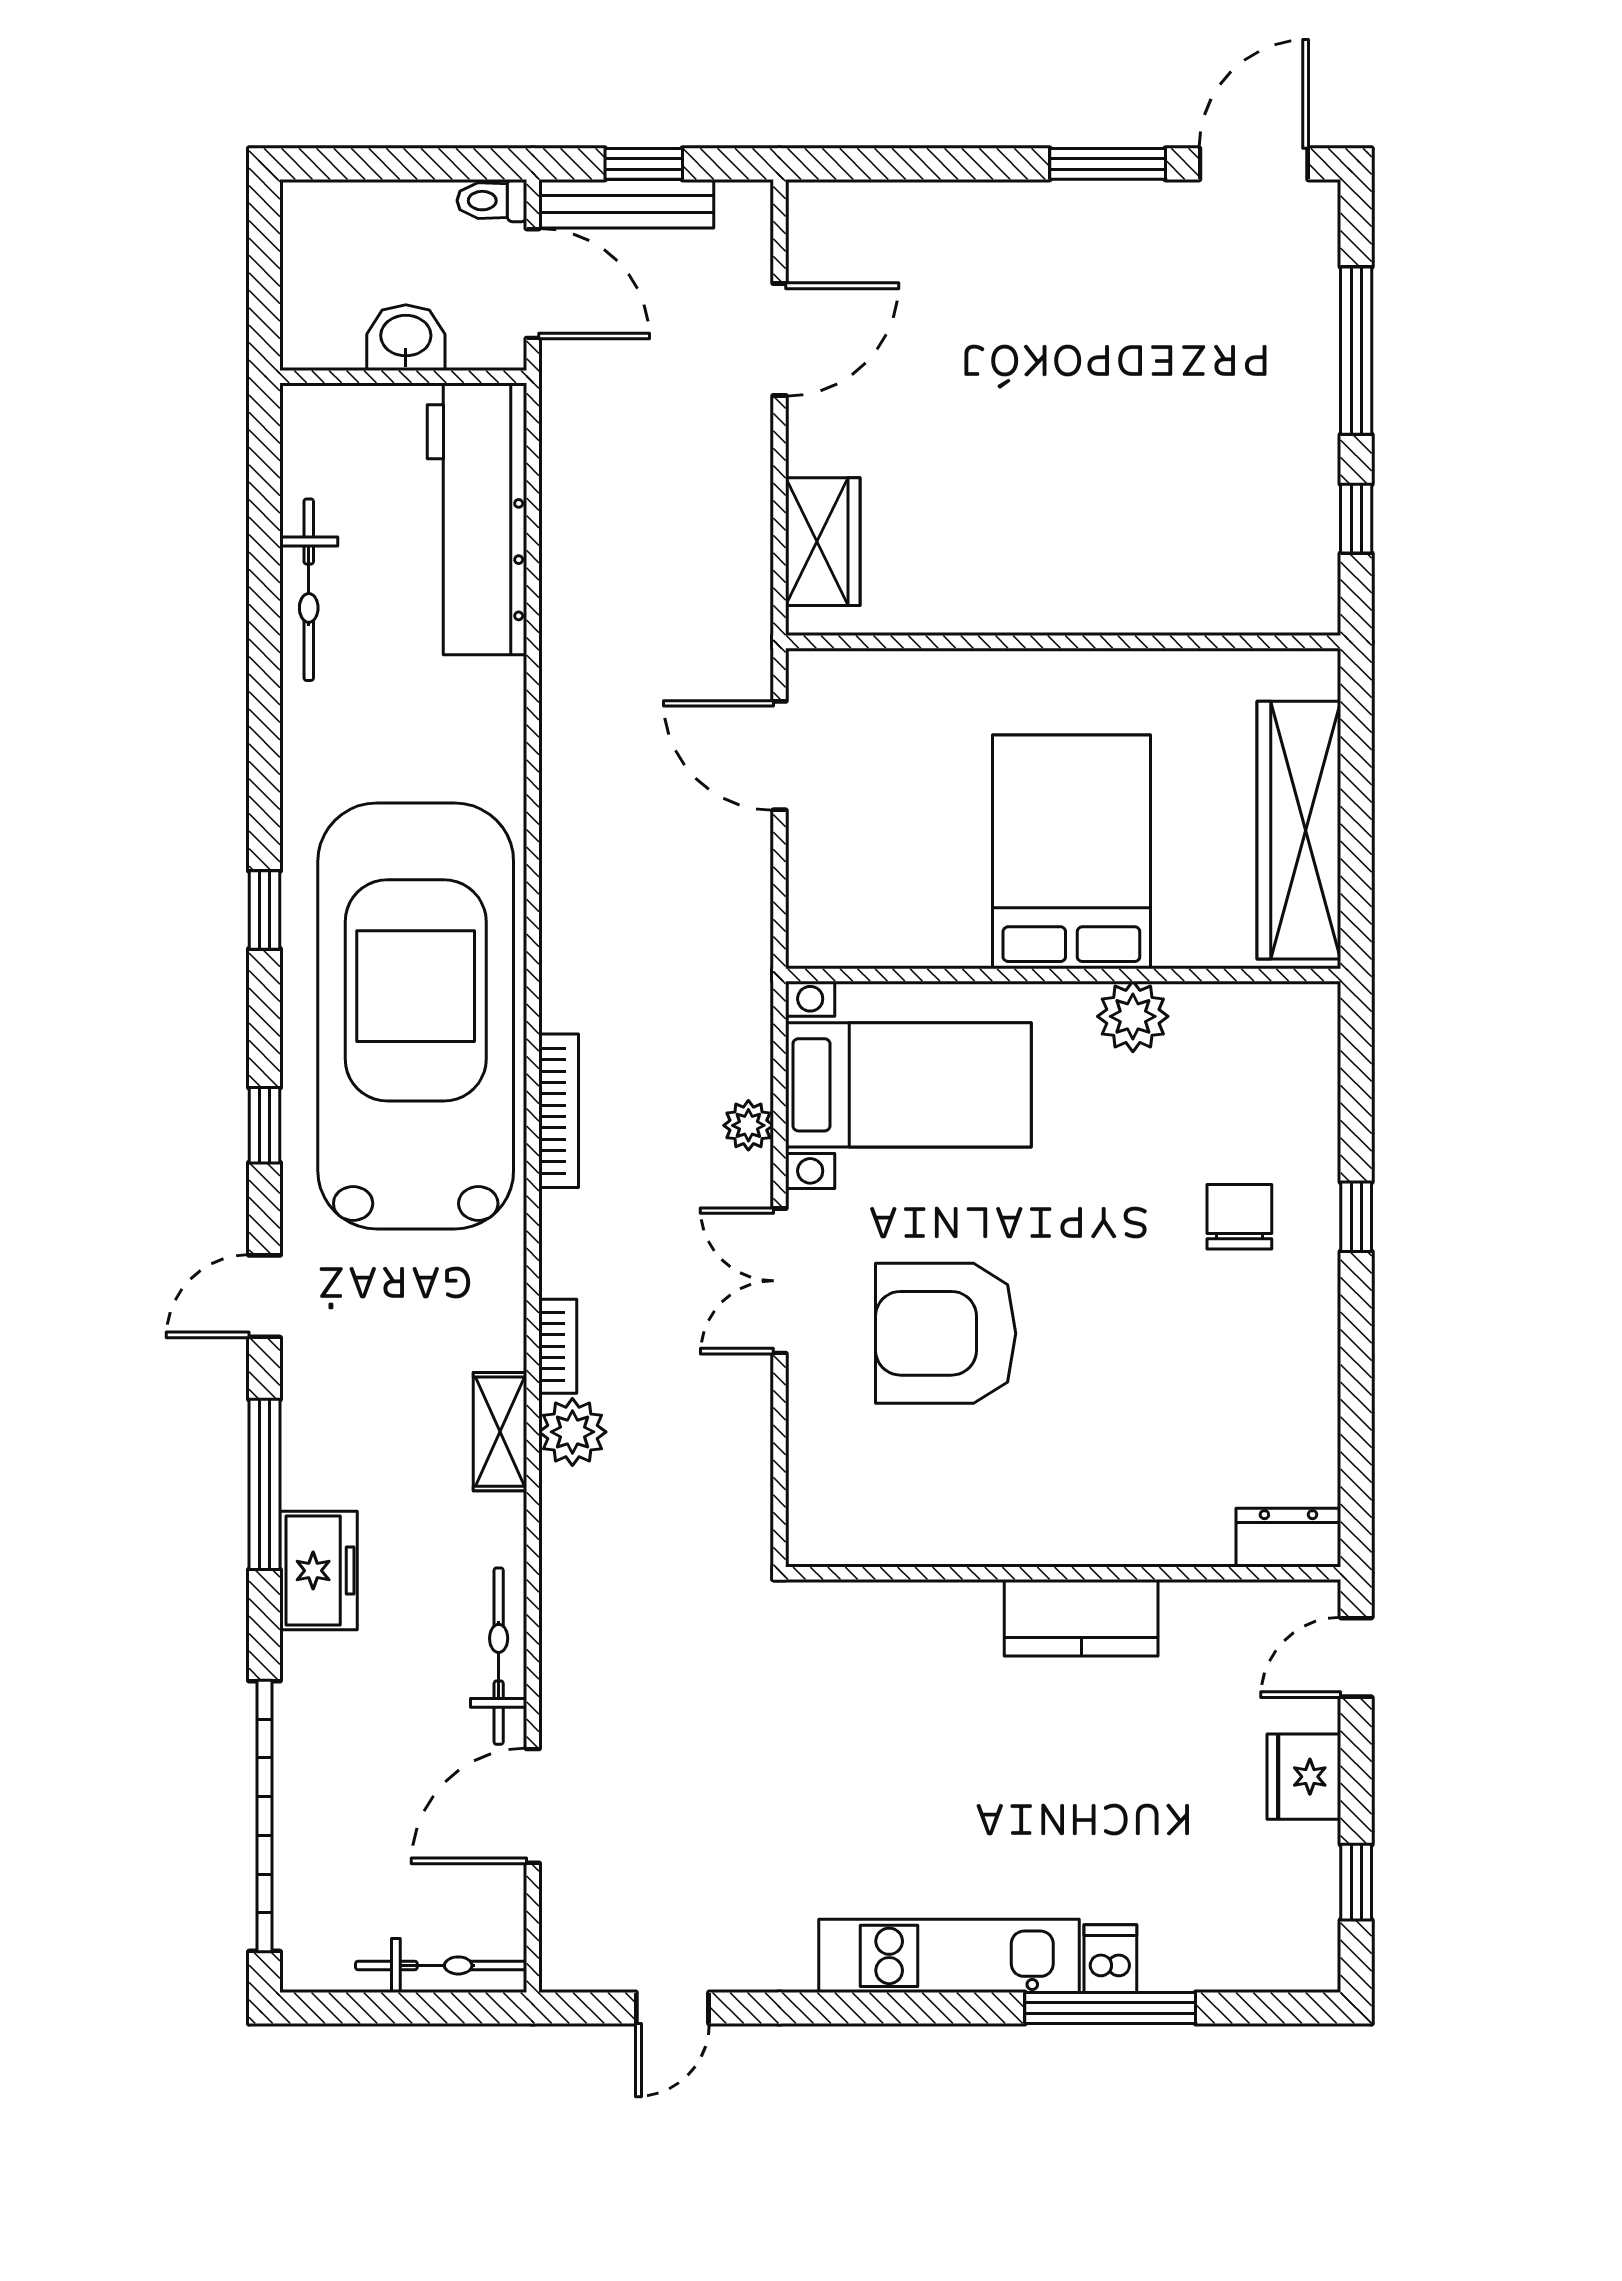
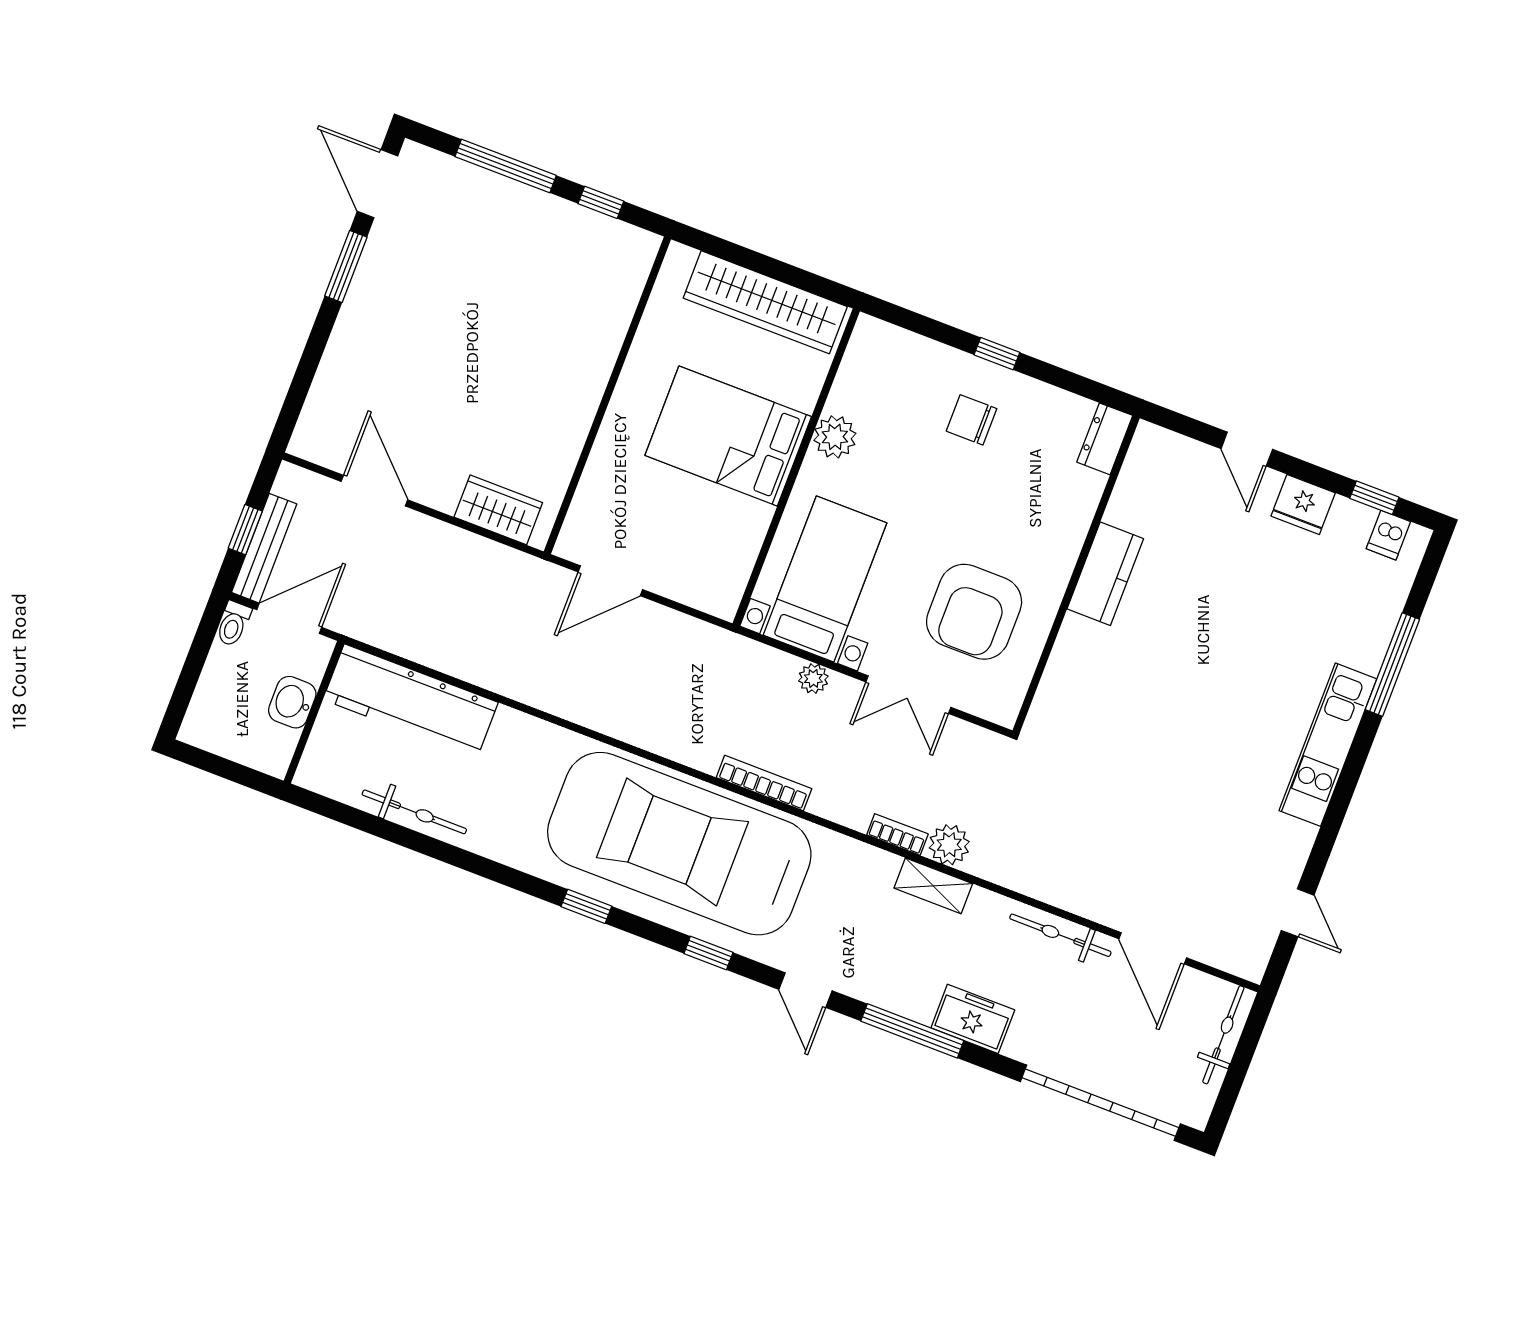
dresser: (1288, 1538) -> (1105, 439), moved
wall: (1063, 1573) -> (1076, 574), moved
kitchen counter: (1081, 1618) -> (1105, 574), moved
dishwasher: (1110, 1959) -> (1388, 535), moved, turned -90

